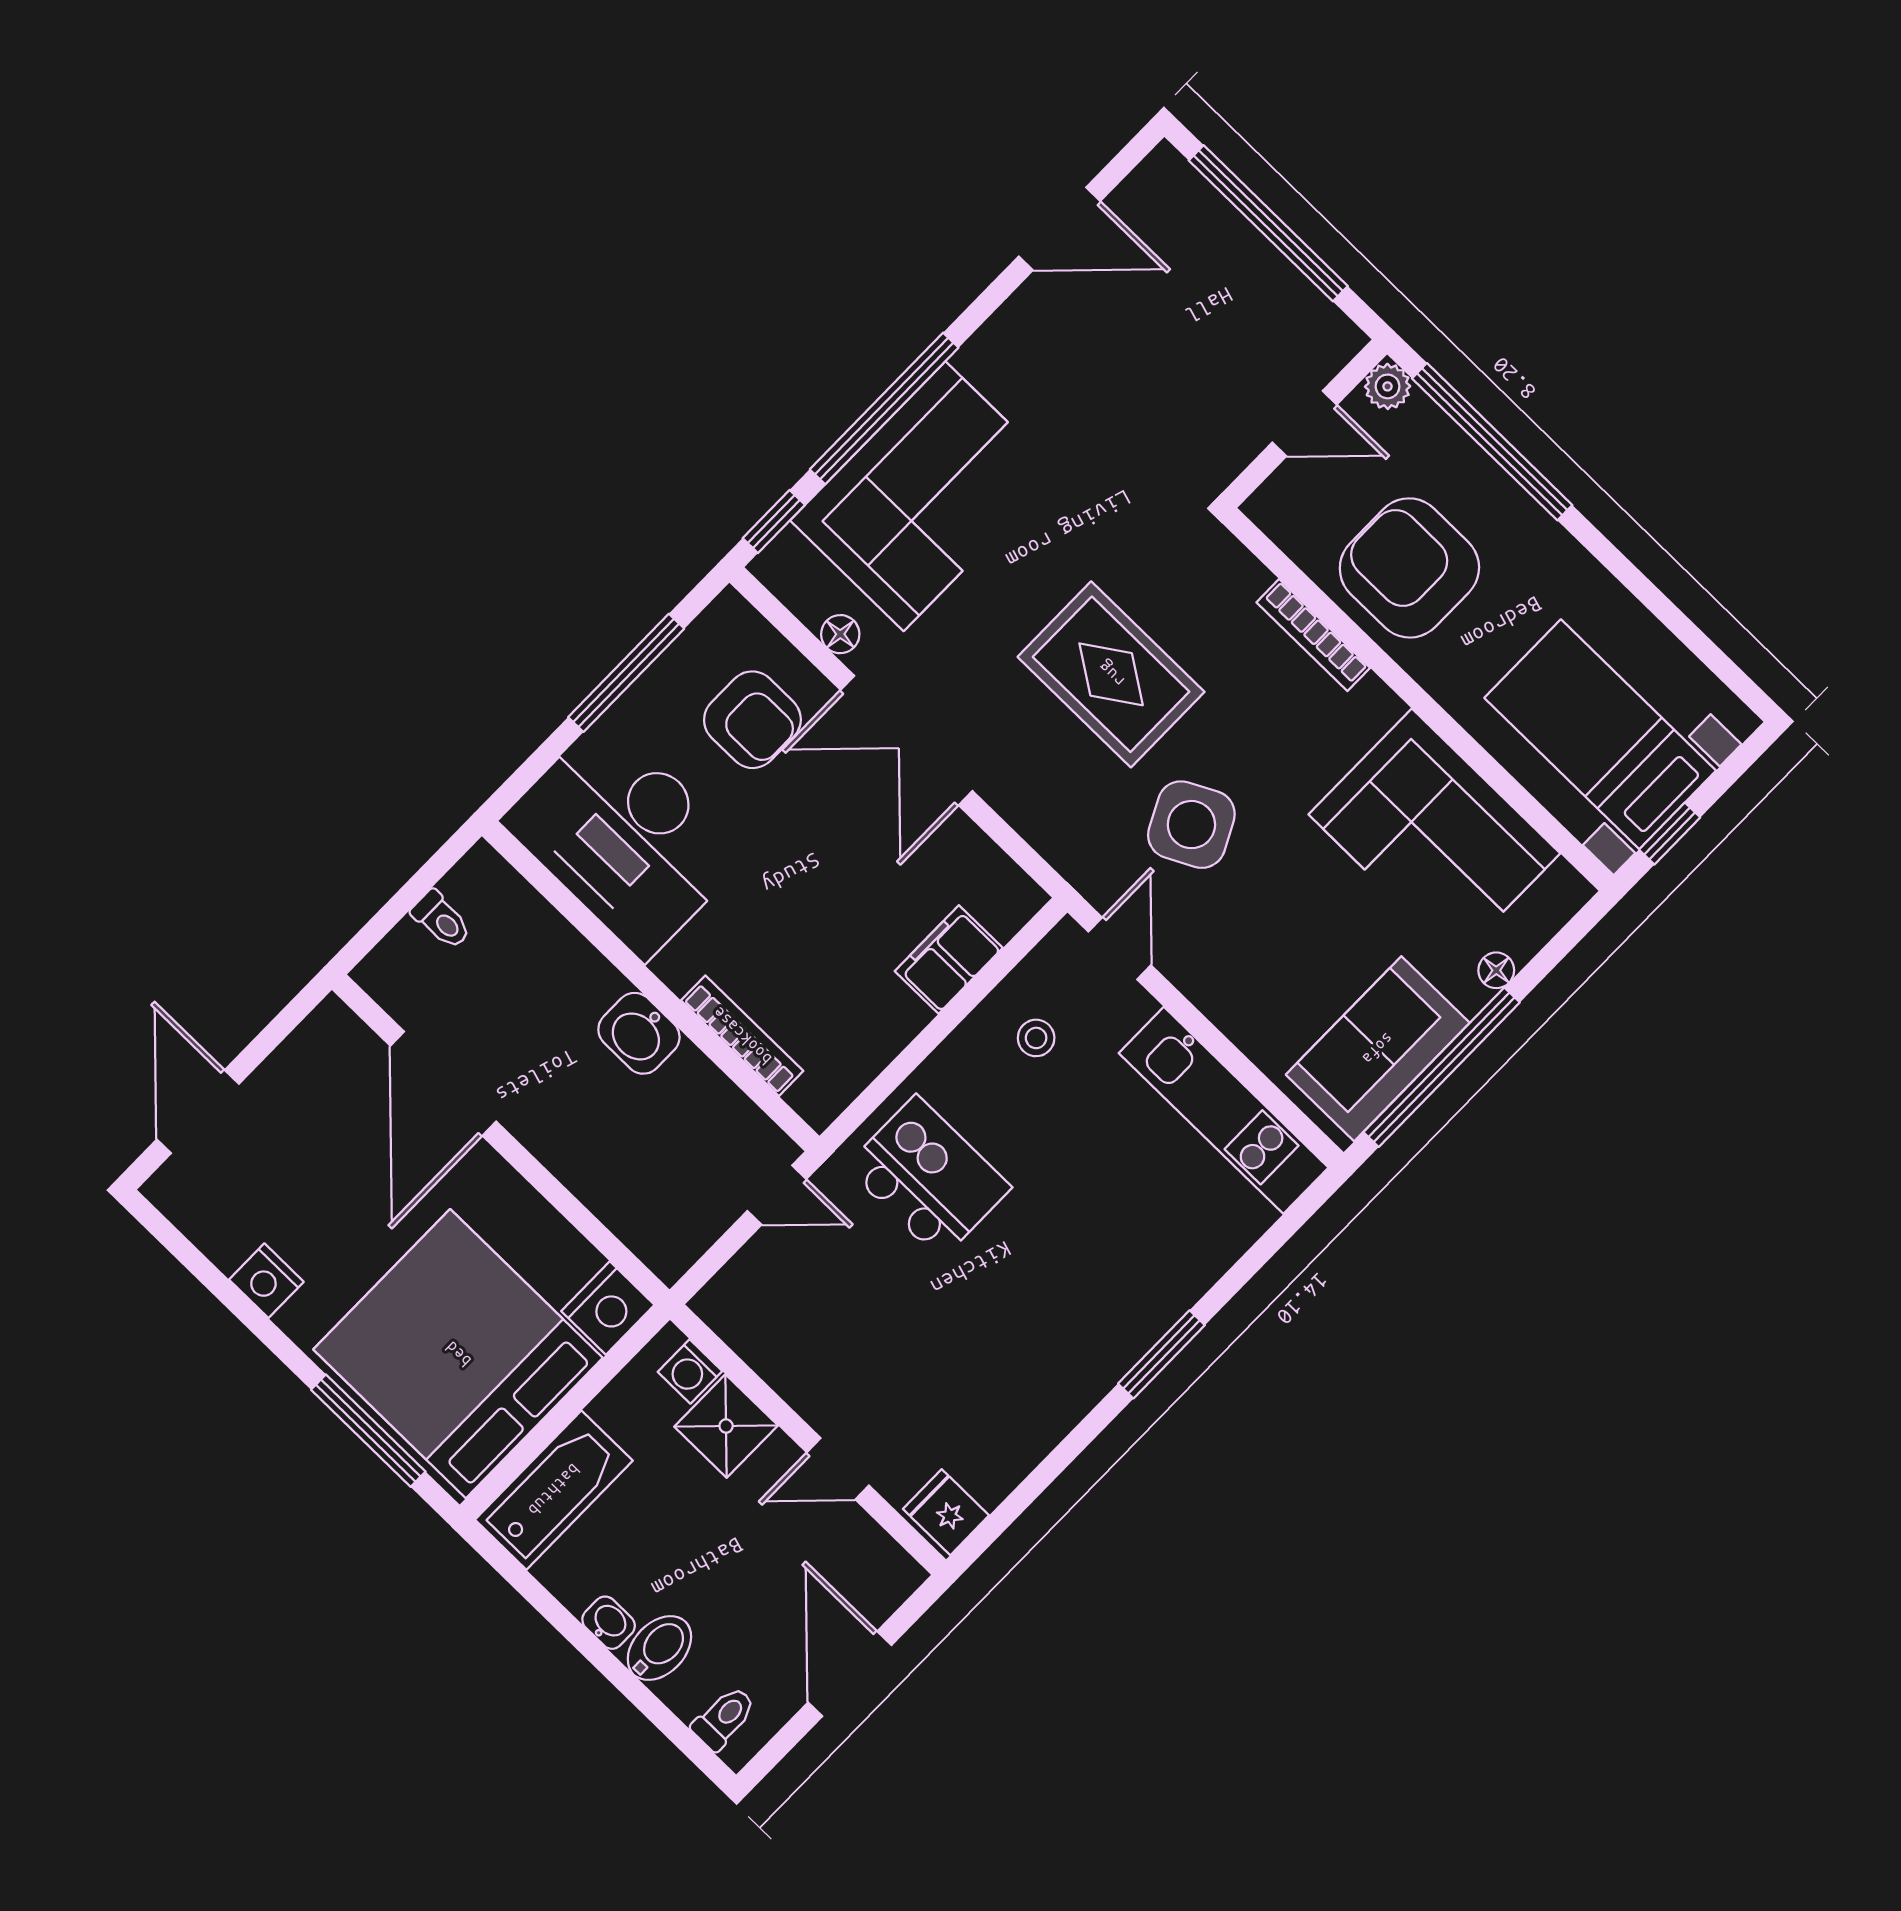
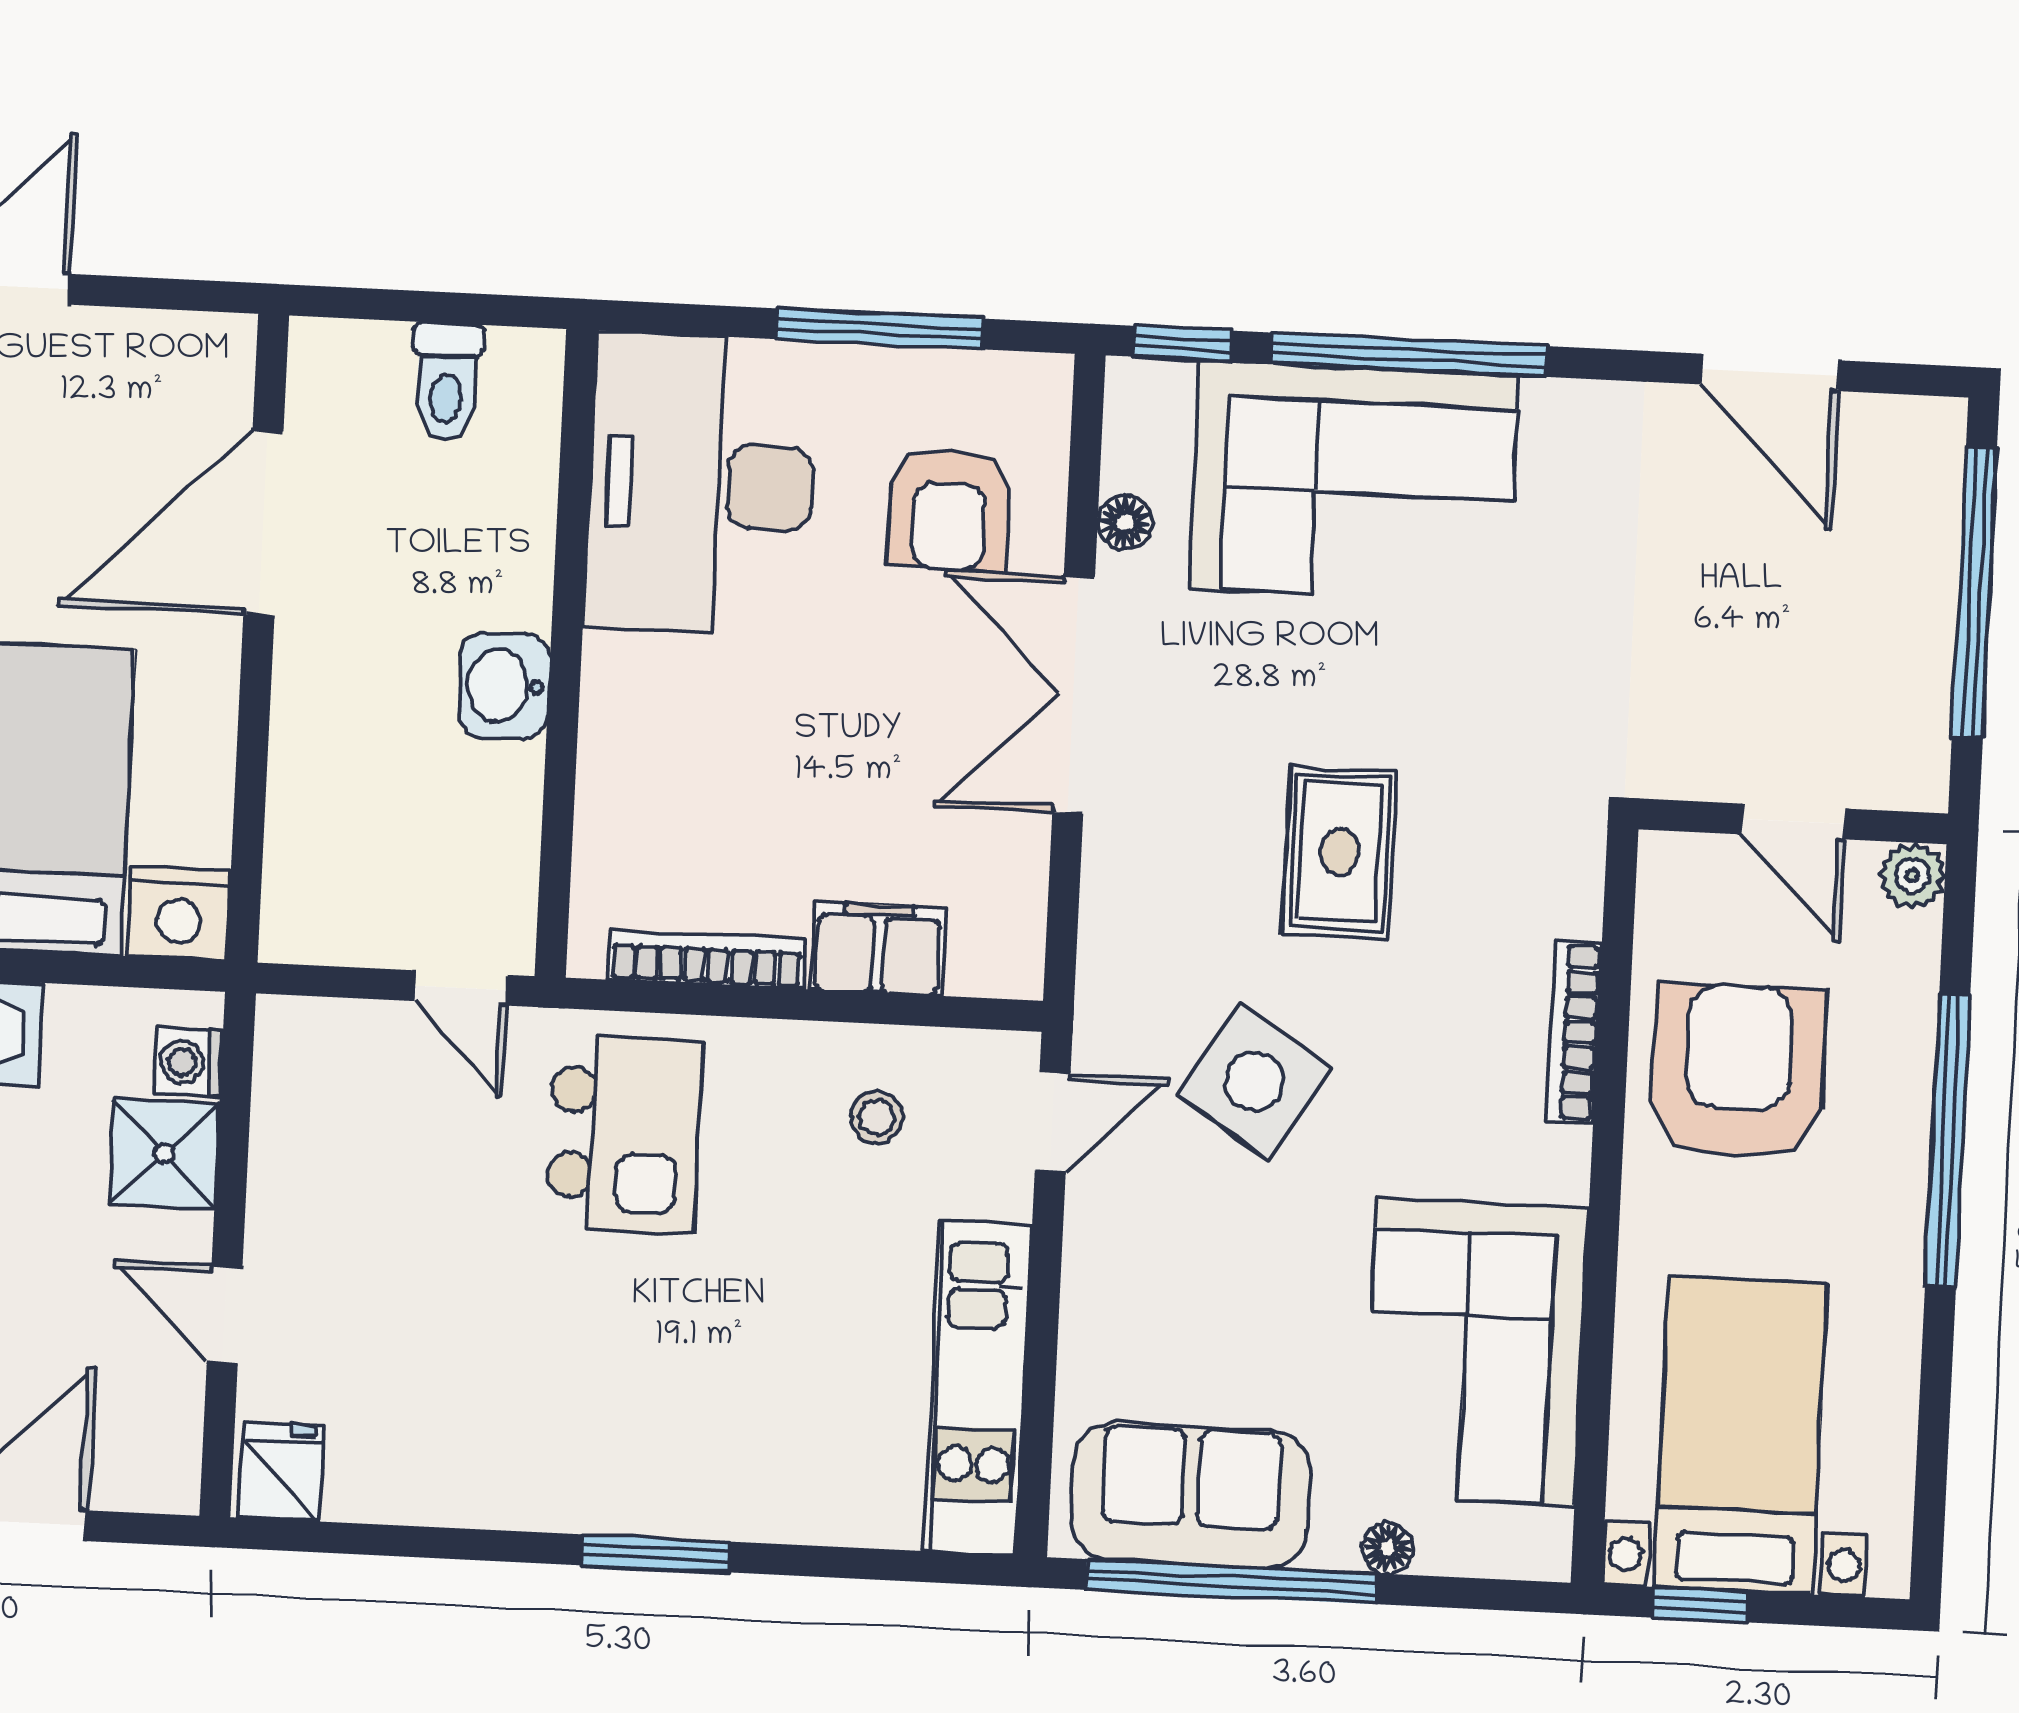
window: (1492, 442) -> (1948, 1140), moved
rug: (1111, 674) -> (1339, 852), width x0.73, depth x0.70
side table: (1191, 825) -> (1254, 1081), turned -30
toilet: (441, 920) -> (447, 382), width x1.37, depth x1.39
bookcase: (742, 1036) -> (707, 959), moved, turned -90

